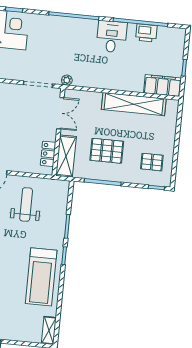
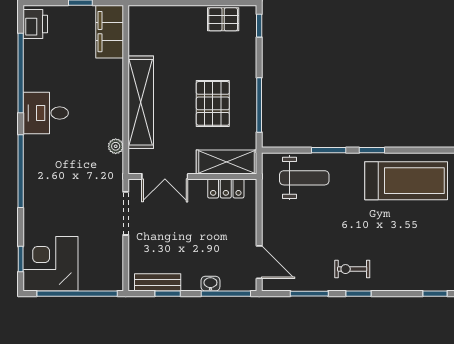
printer: (146, 33) -> (35, 24), moved
plant: (67, 80) -> (116, 146), moved
shelving: (134, 104) -> (141, 102), moved
double door: (60, 113) -> (165, 176), swing flipped
pallet: (152, 162) -> (223, 19), moved, turned 90
weight bench: (26, 204) -> (304, 178), moved, turned 180

